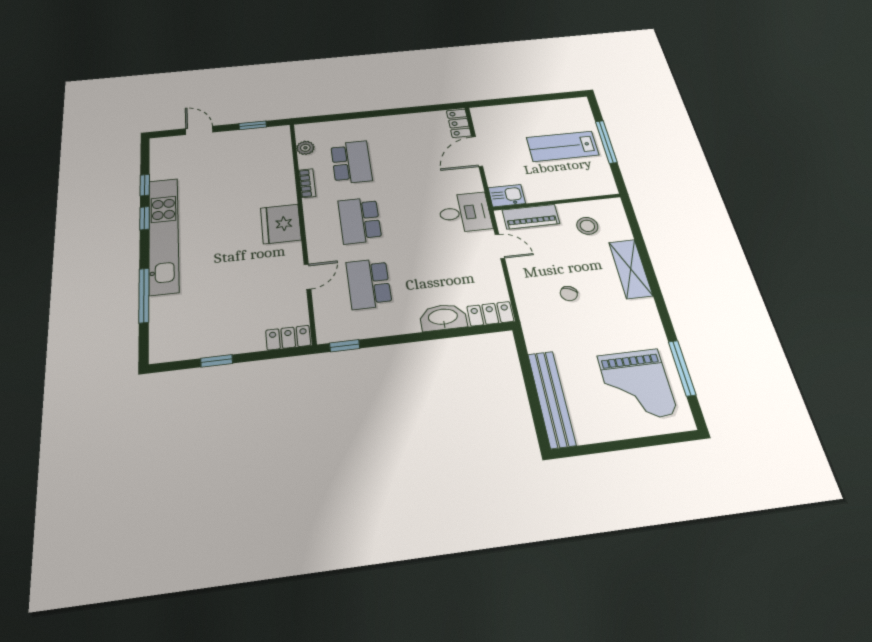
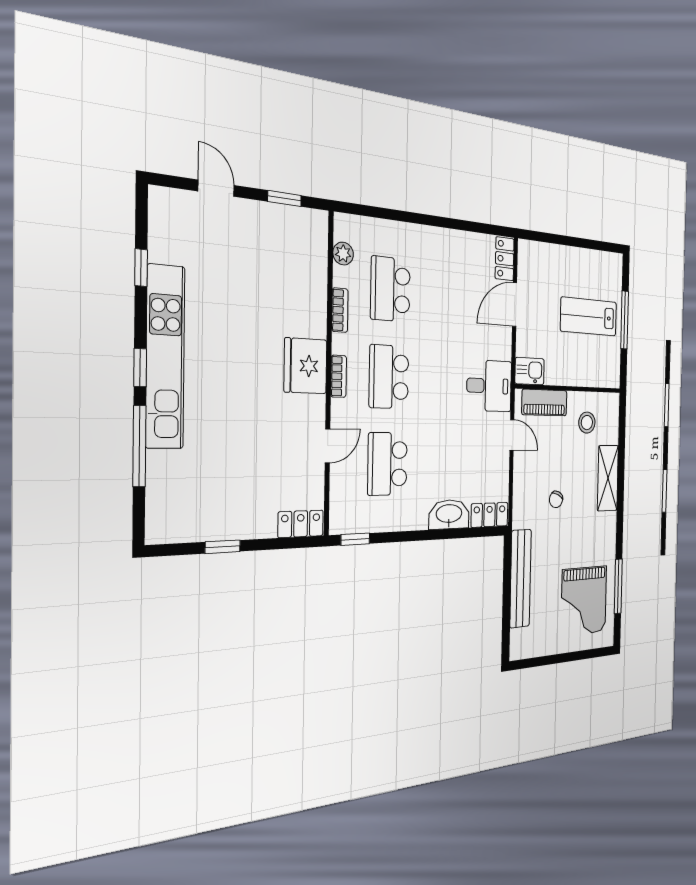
school desk: (351, 162) -> (390, 289), turned 180
window: (145, 218) -> (140, 368), moved
bookcase: (312, 227) -> (339, 376), added
bench: (551, 399) -> (520, 579), moved

